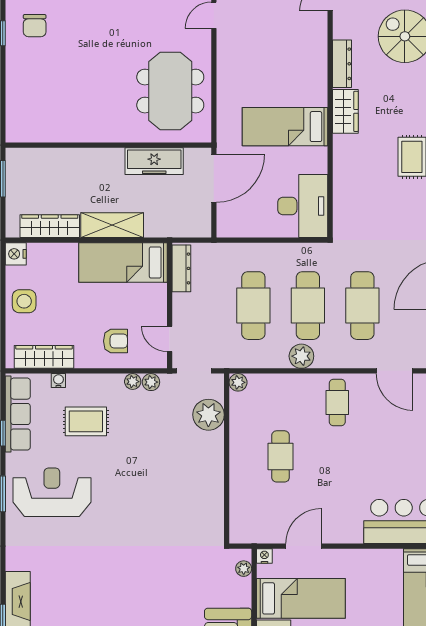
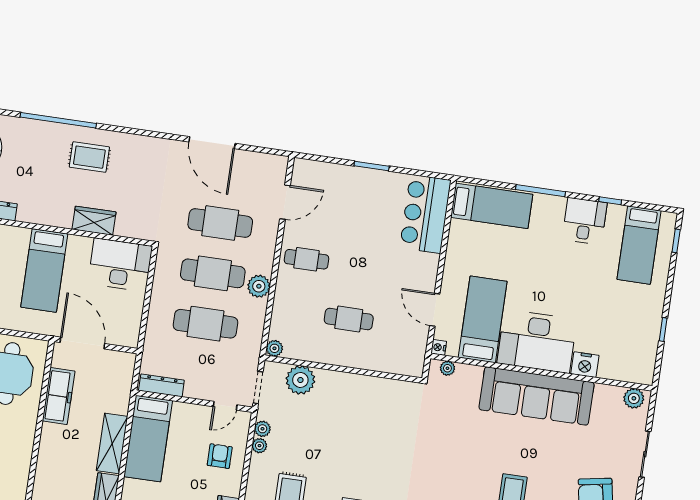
wardrobe: (345, 111) -> (94, 221), moved

